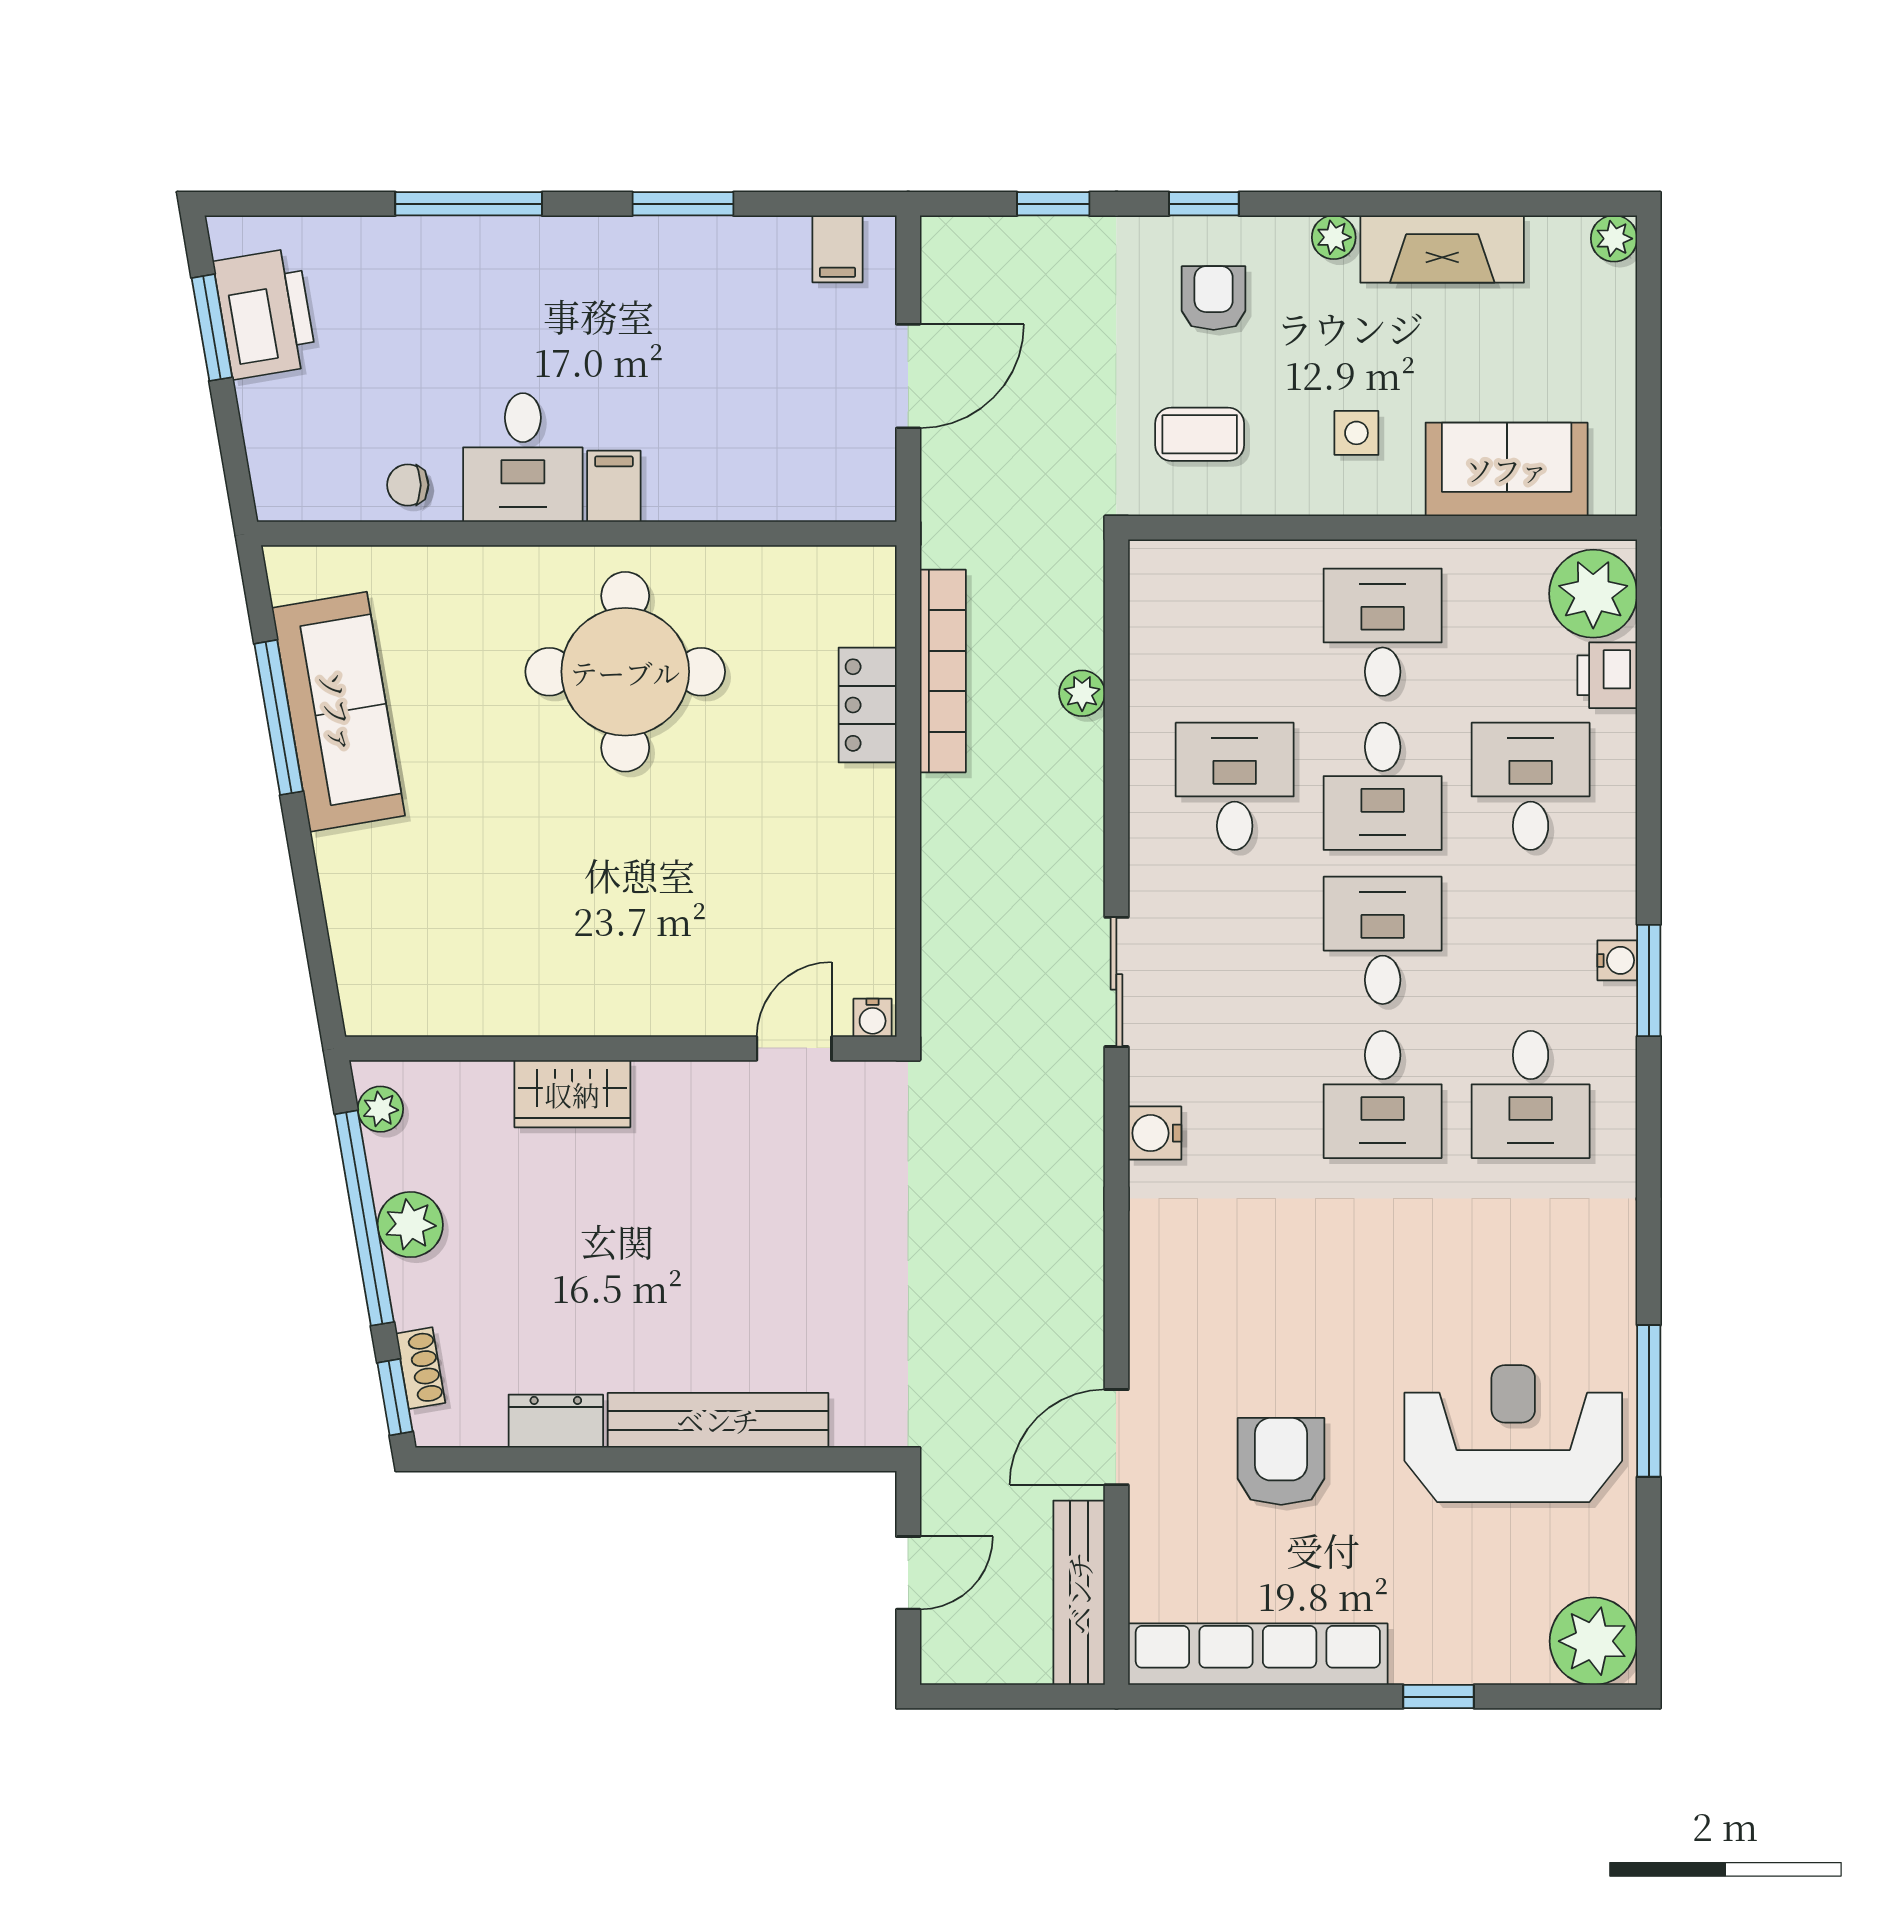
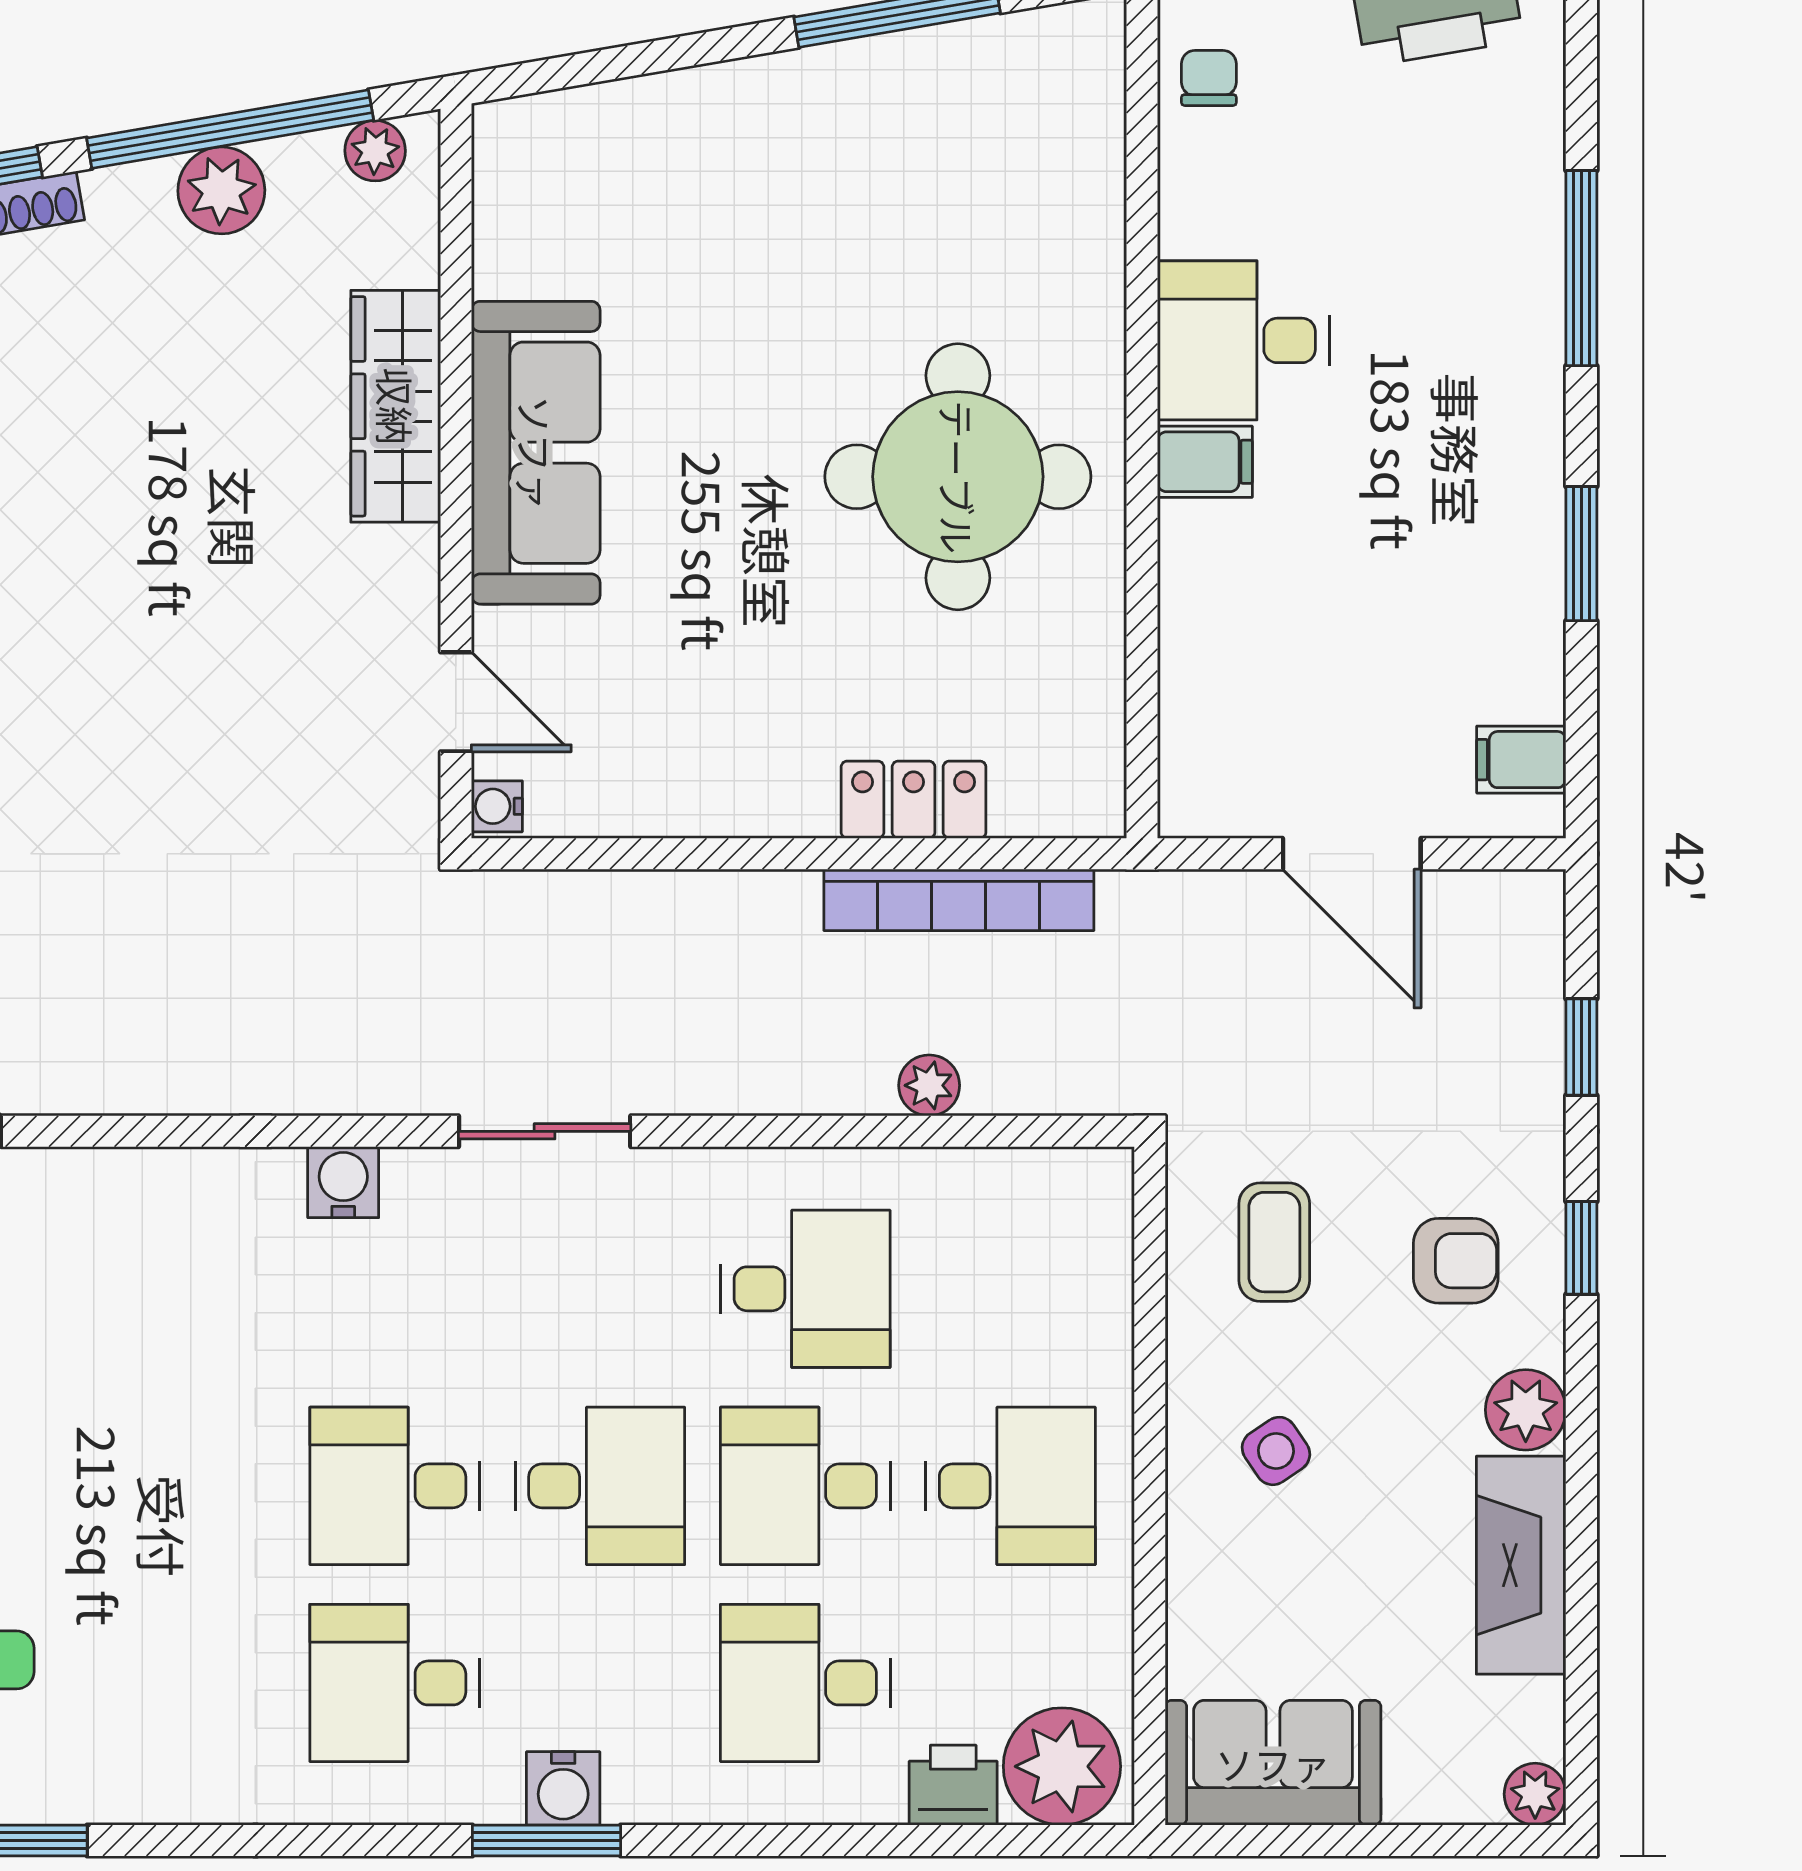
plant: (1334, 237) -> (1526, 1410), width x1.38, depth x1.38
side table: (1356, 433) -> (1276, 1451), turned -34
sofa: (1507, 469) -> (1273, 1763), moved, turned -90
chair: (408, 485) -> (1209, 78), moved
sofa: (338, 712) -> (536, 453), moved, turned -80
desk: (1531, 786) -> (805, 1683), turned 180
water cooler: (1617, 960) -> (563, 1788), width x1.38, depth x1.38
wardrobe: (572, 1094) -> (396, 406), width x1.50

